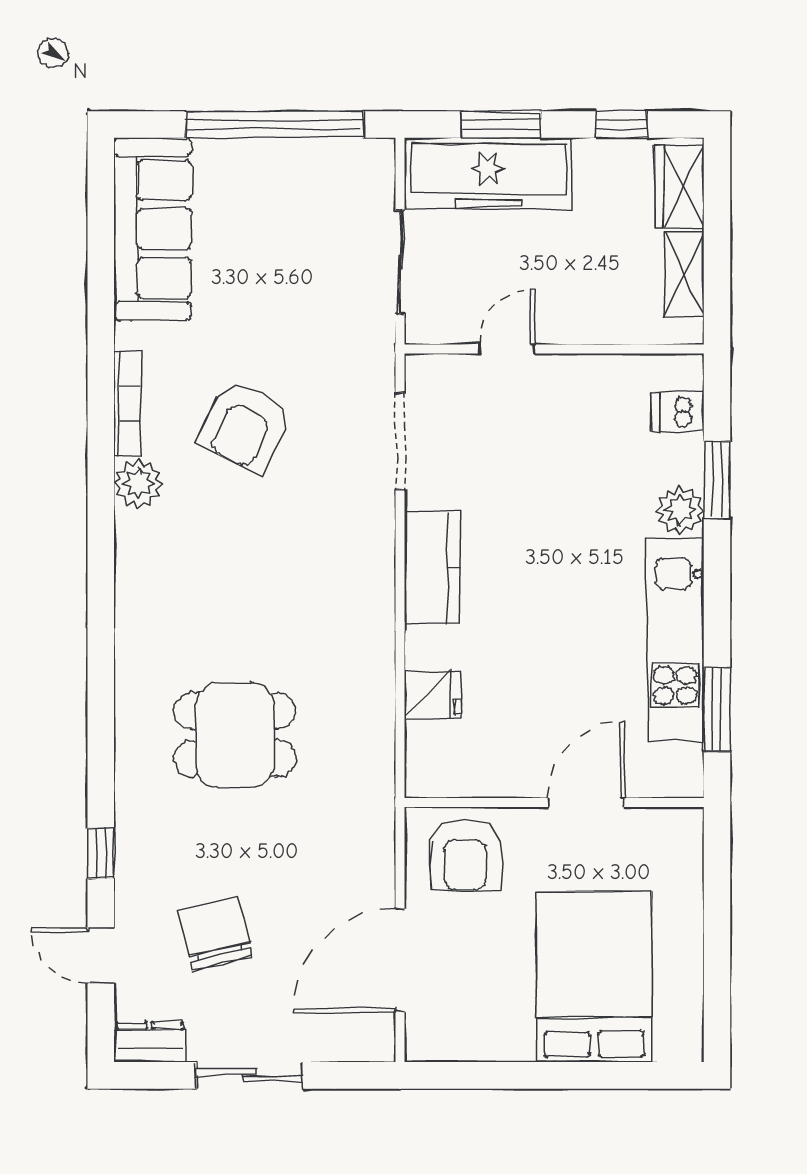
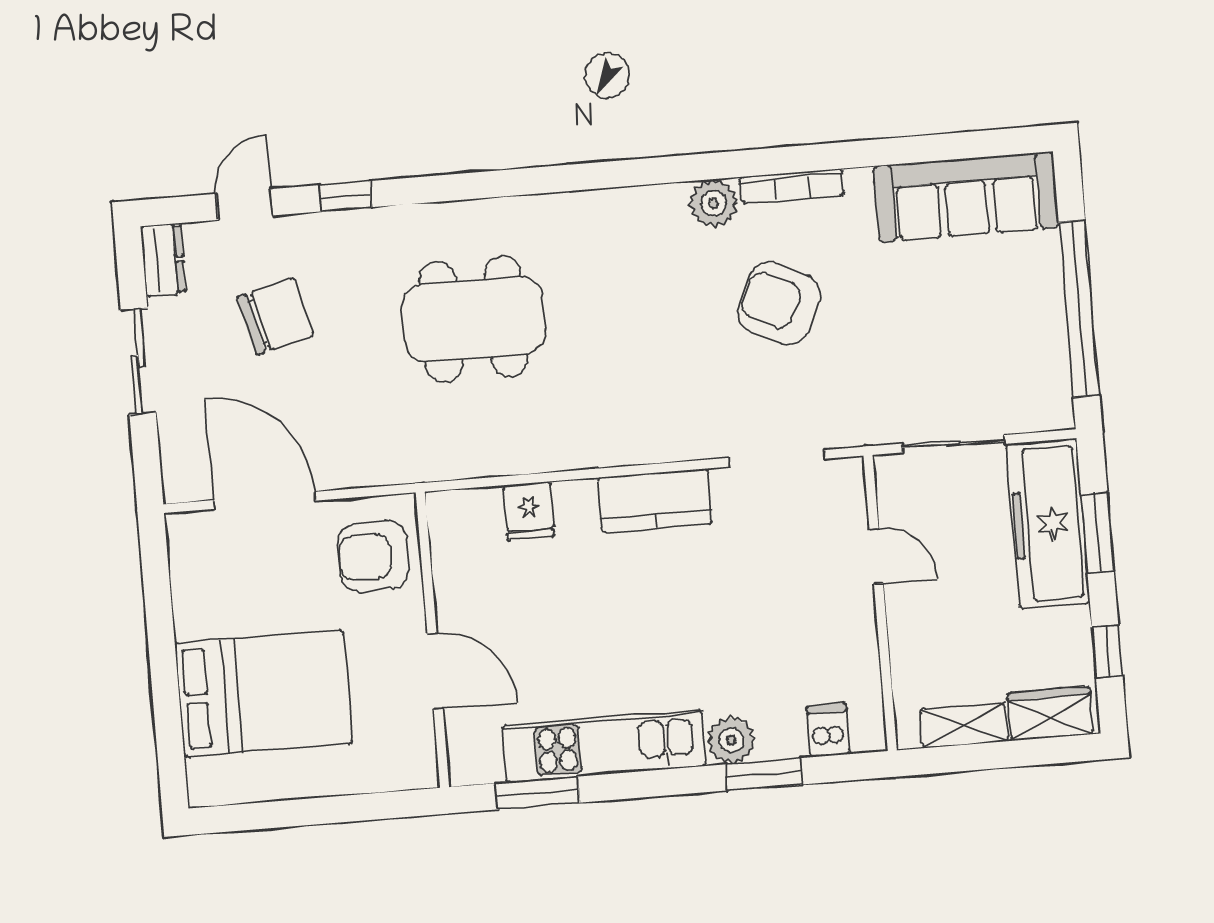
dining table: (235, 735) -> (474, 319), width x1.38

